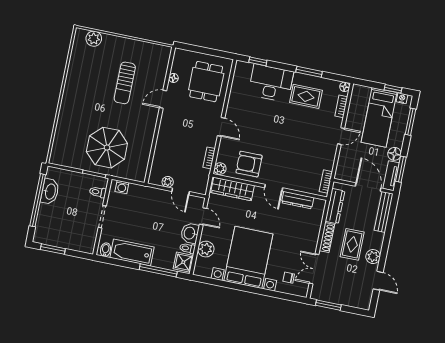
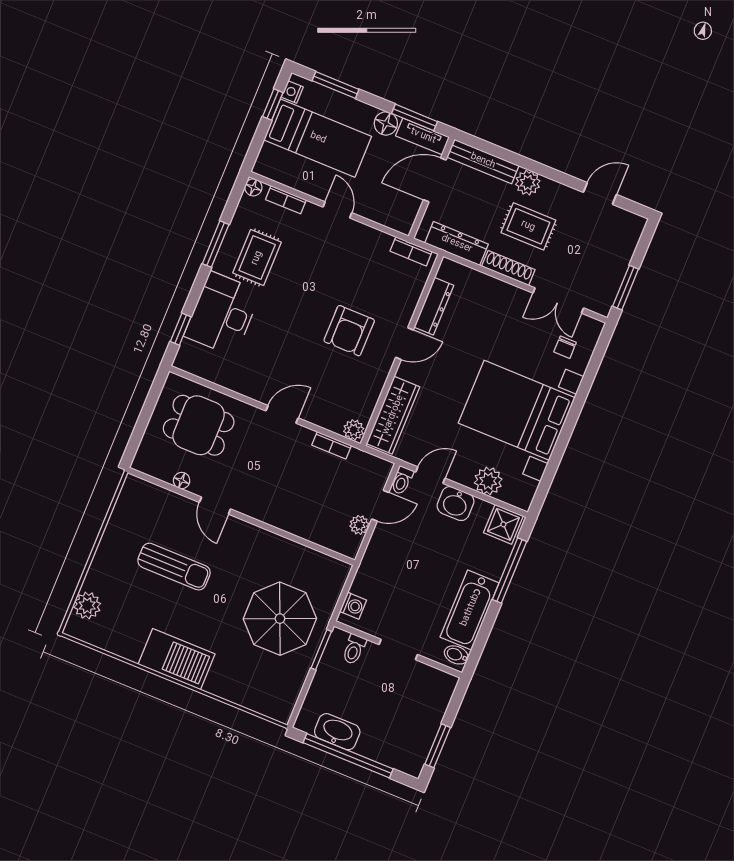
barbecue: (73, 94) -> (177, 659), added
armchair: (249, 164) -> (349, 331), moved
toilet: (187, 248) -> (402, 480), moved
plant: (373, 257) -> (528, 183), moved

